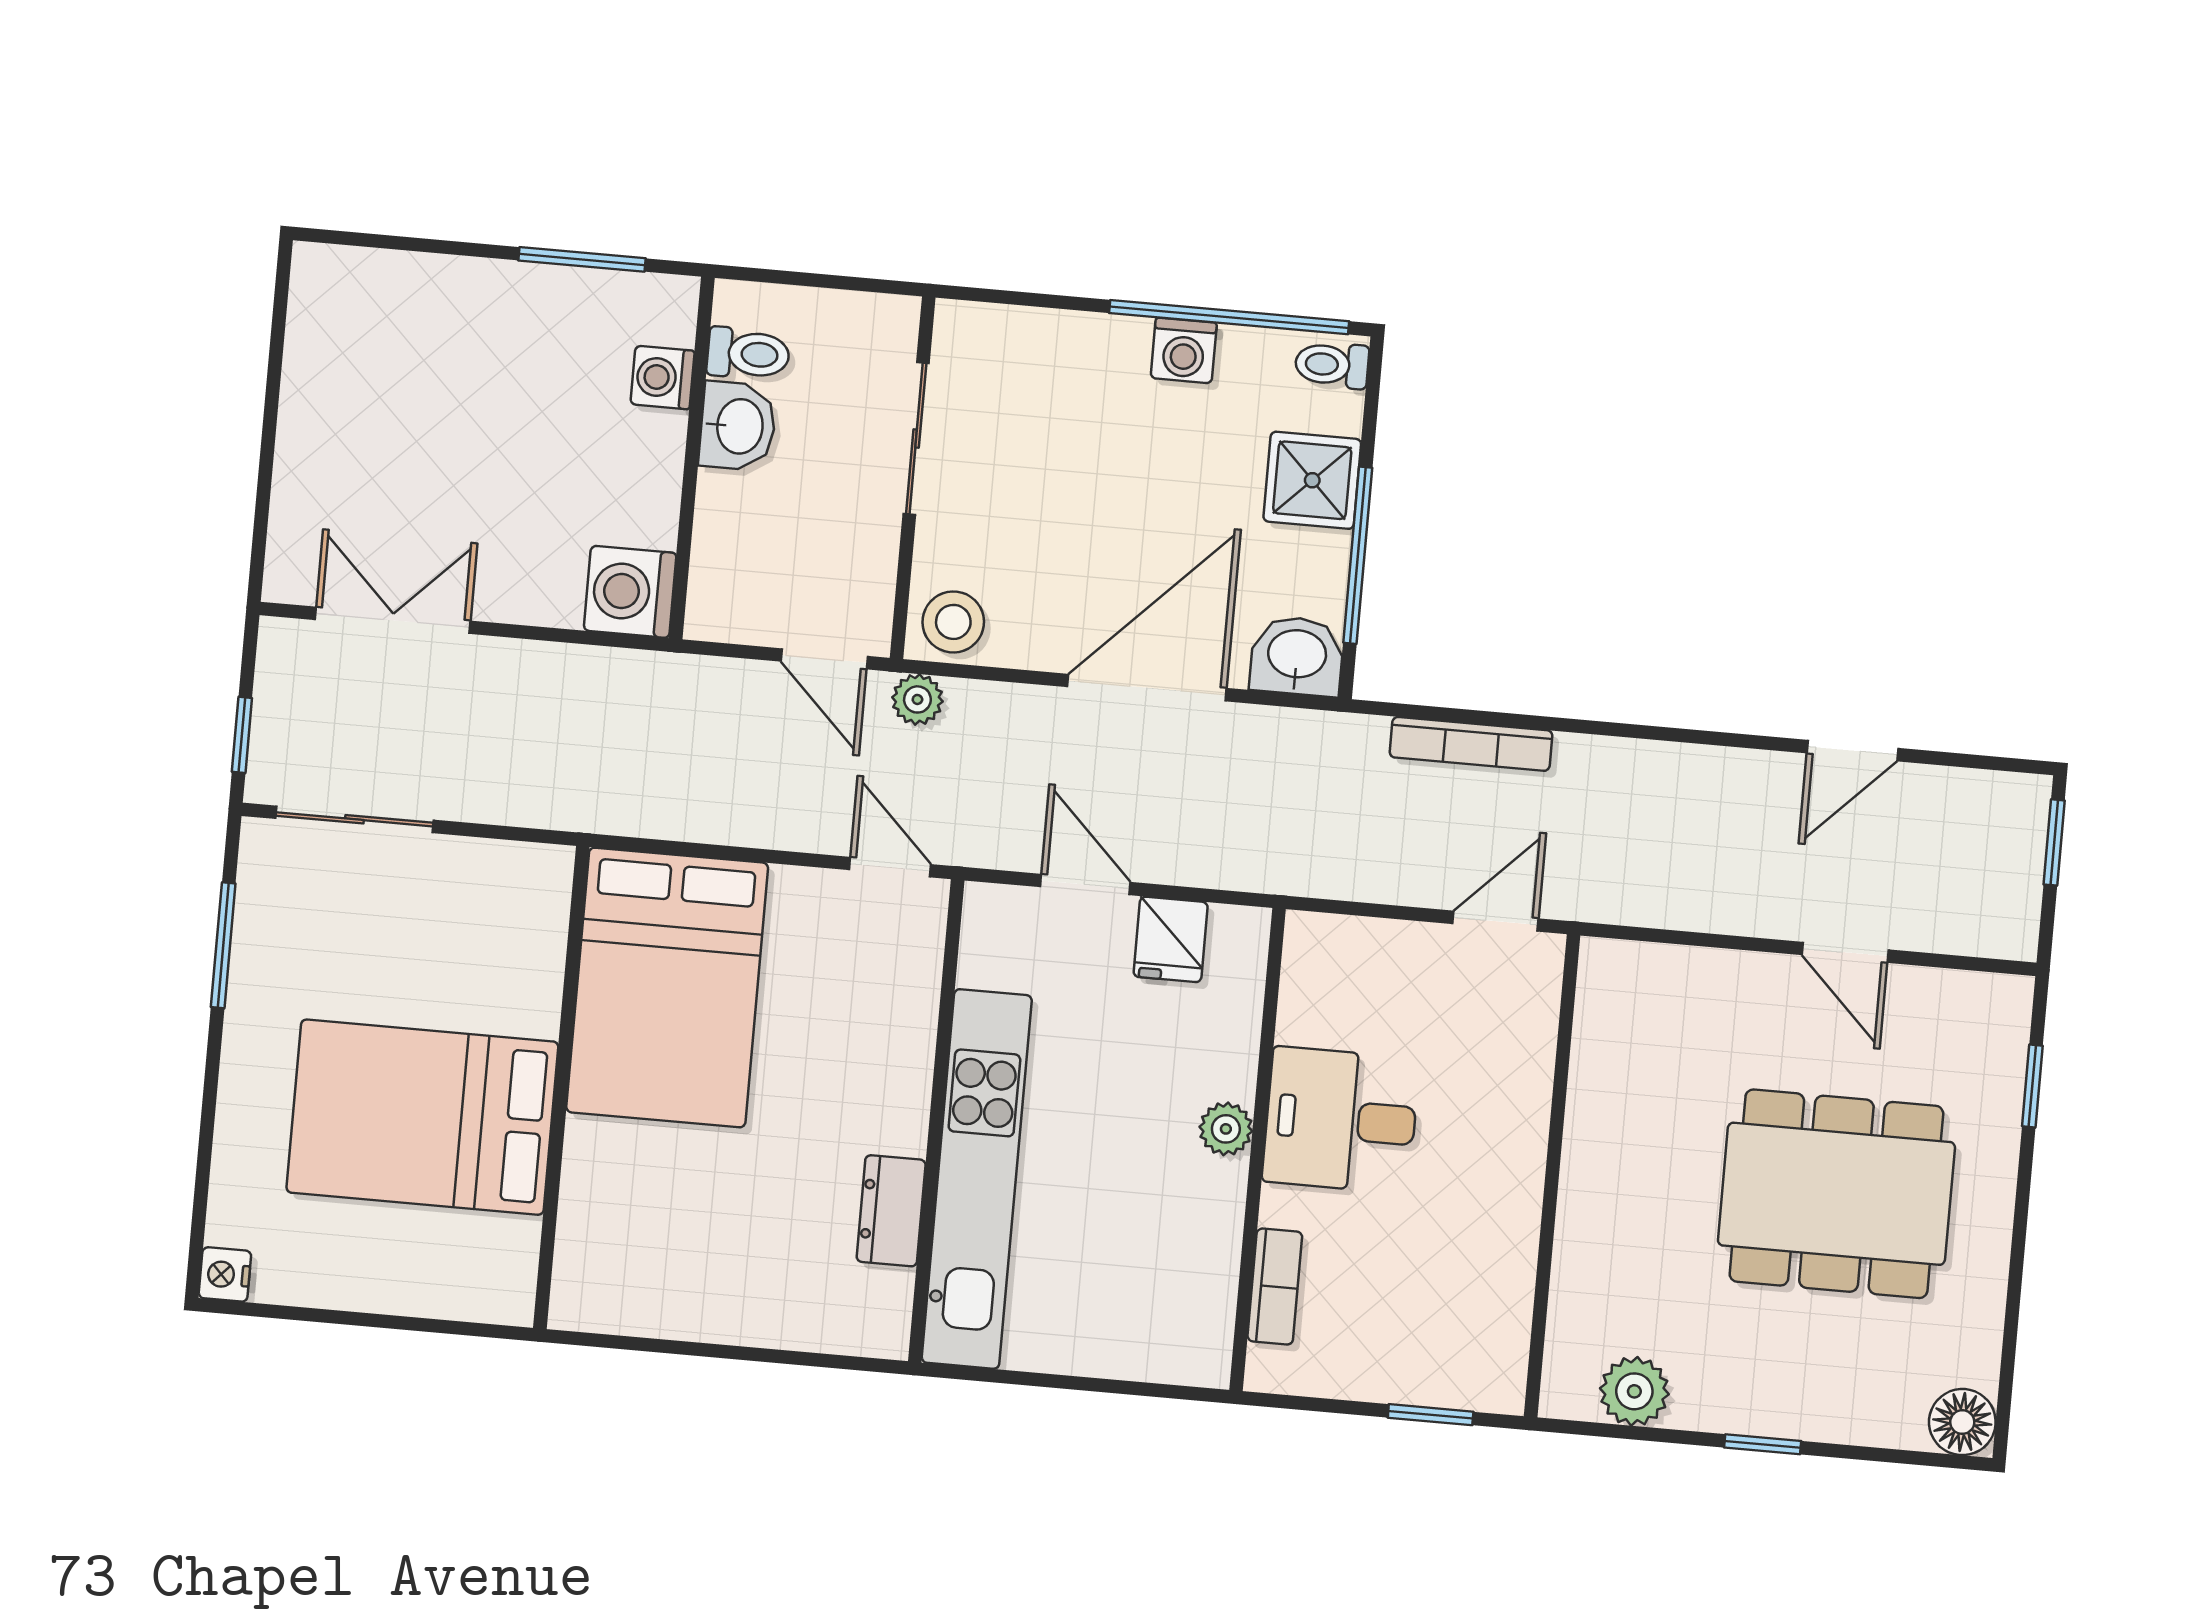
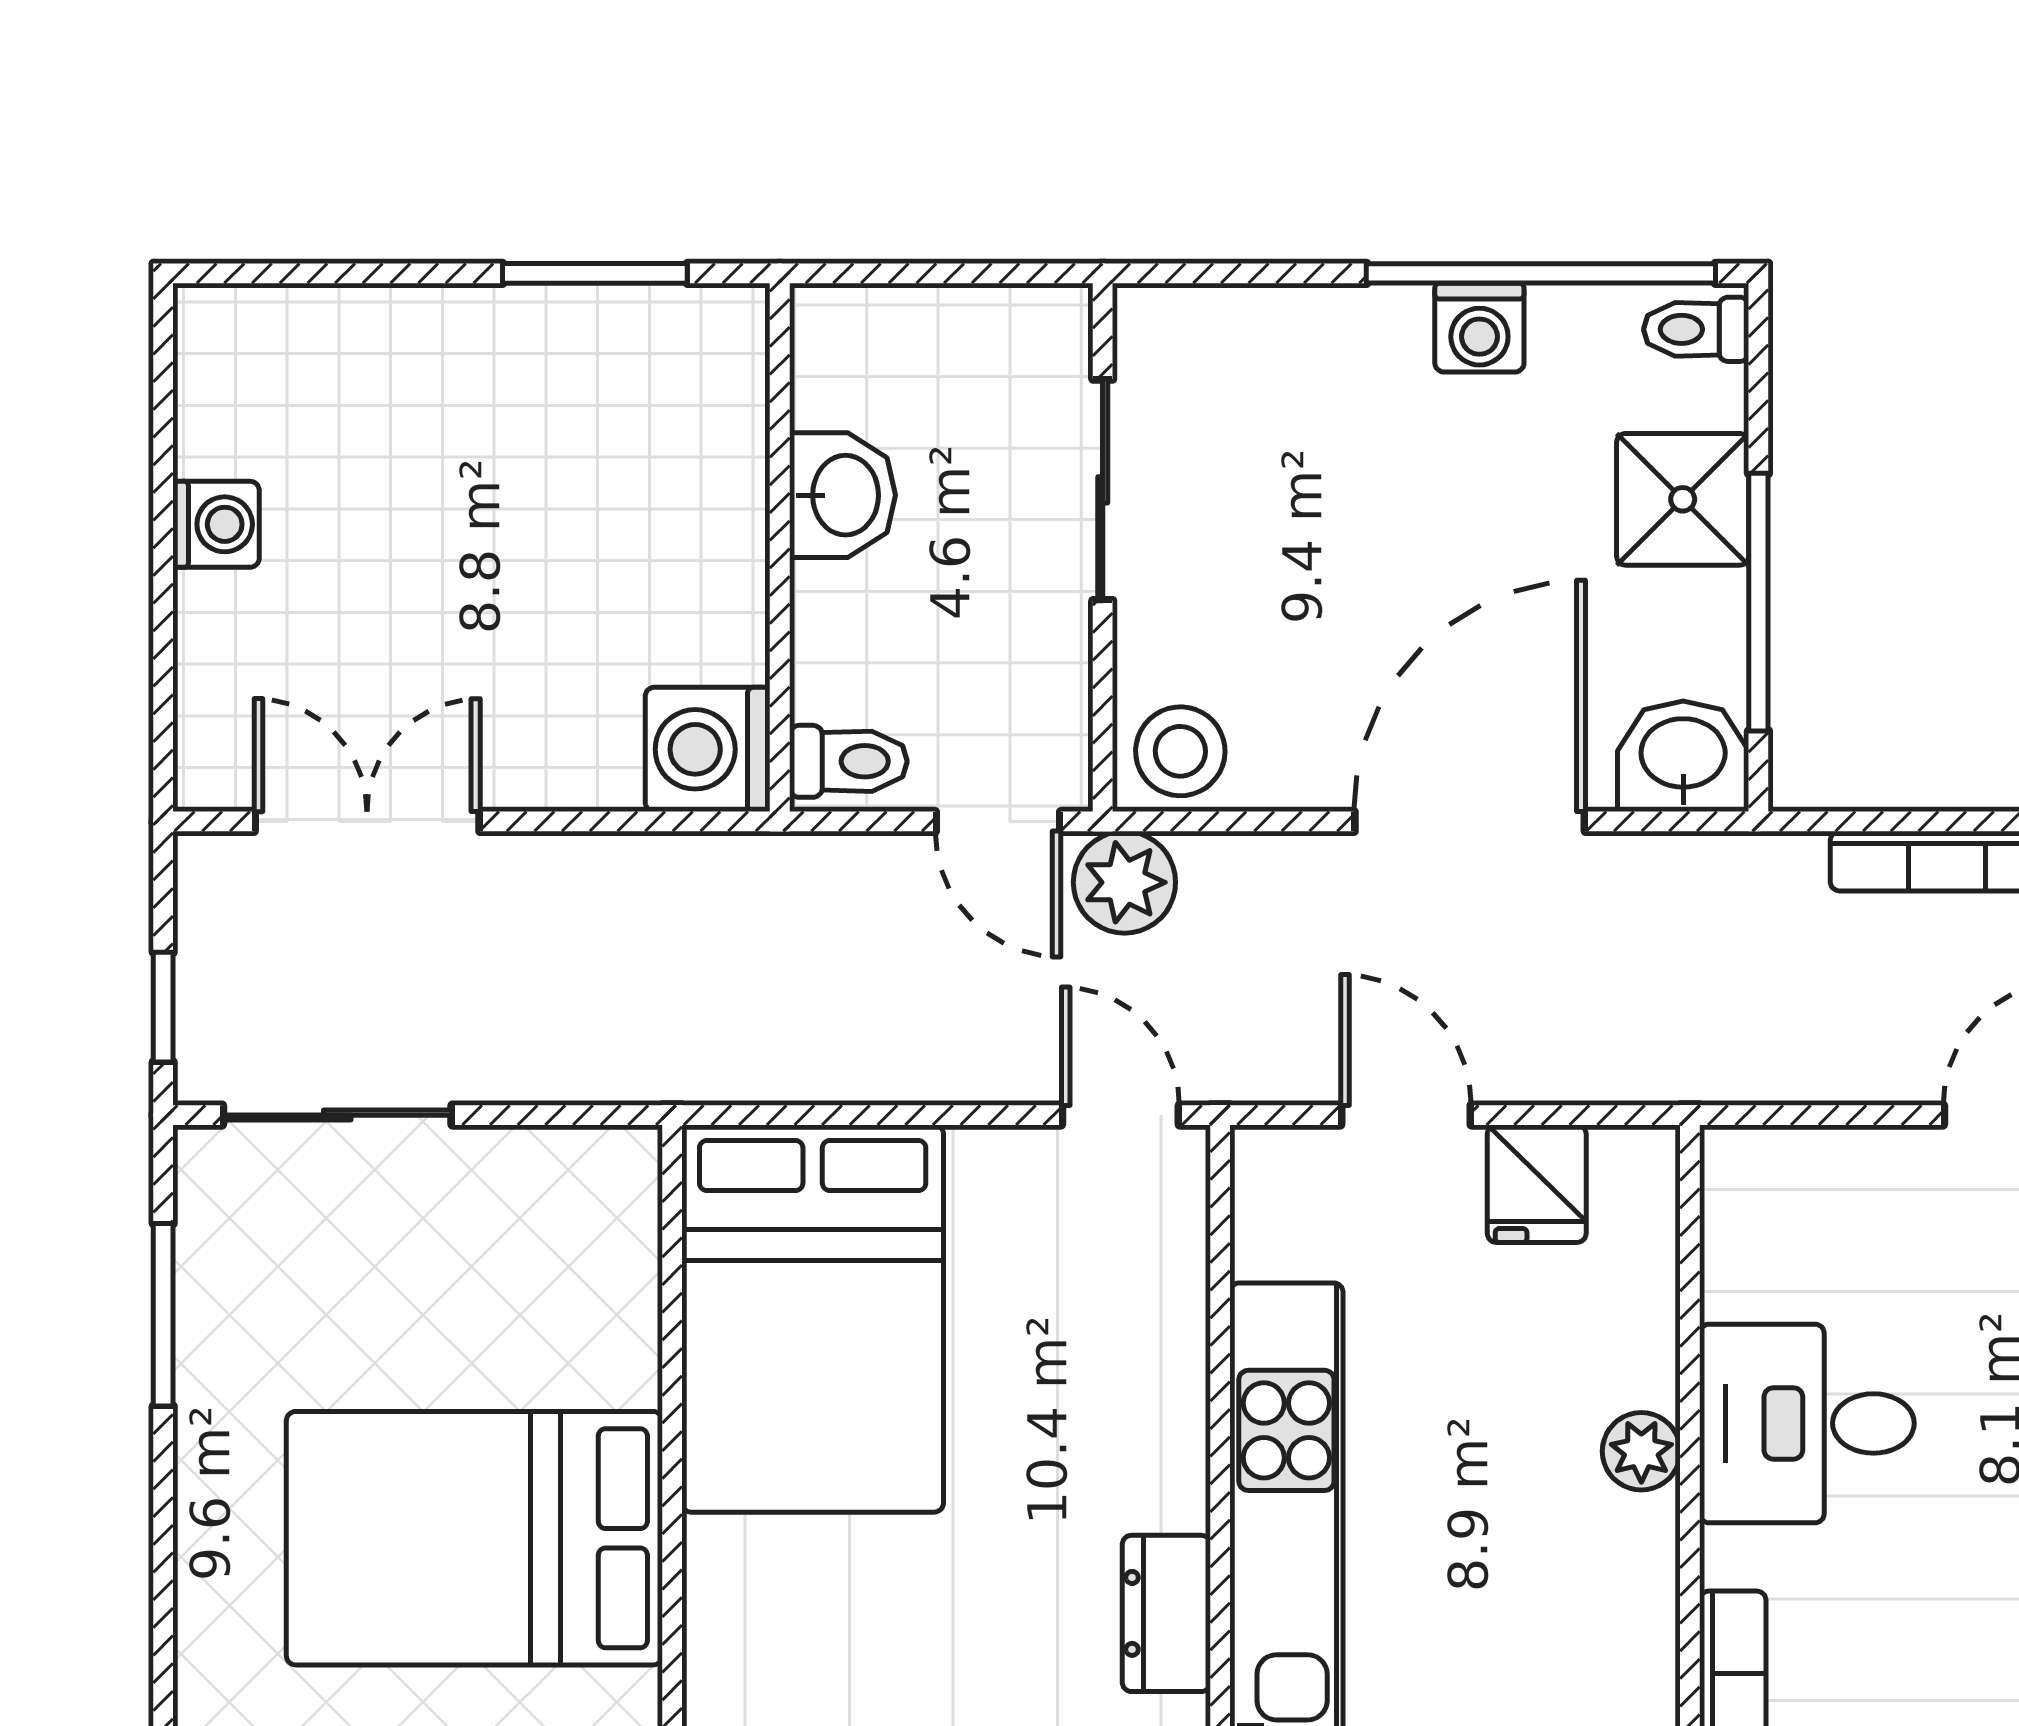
toilet: (748, 354) -> (848, 761), moved
washing machine: (662, 378) -> (216, 524), moved, turned 180
plant: (917, 699) -> (1124, 882), width x1.38, depth x1.38

